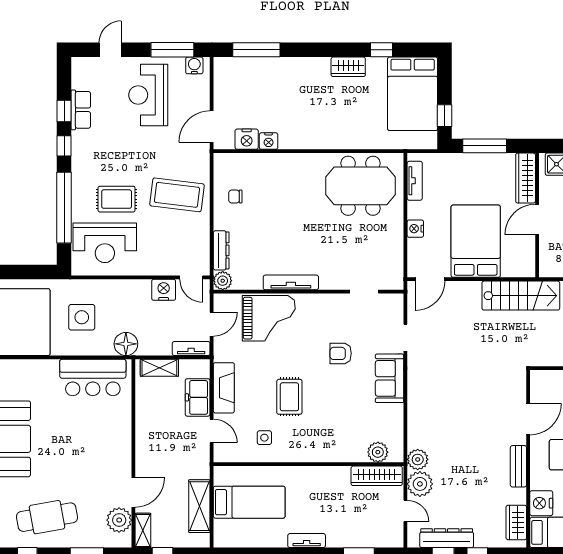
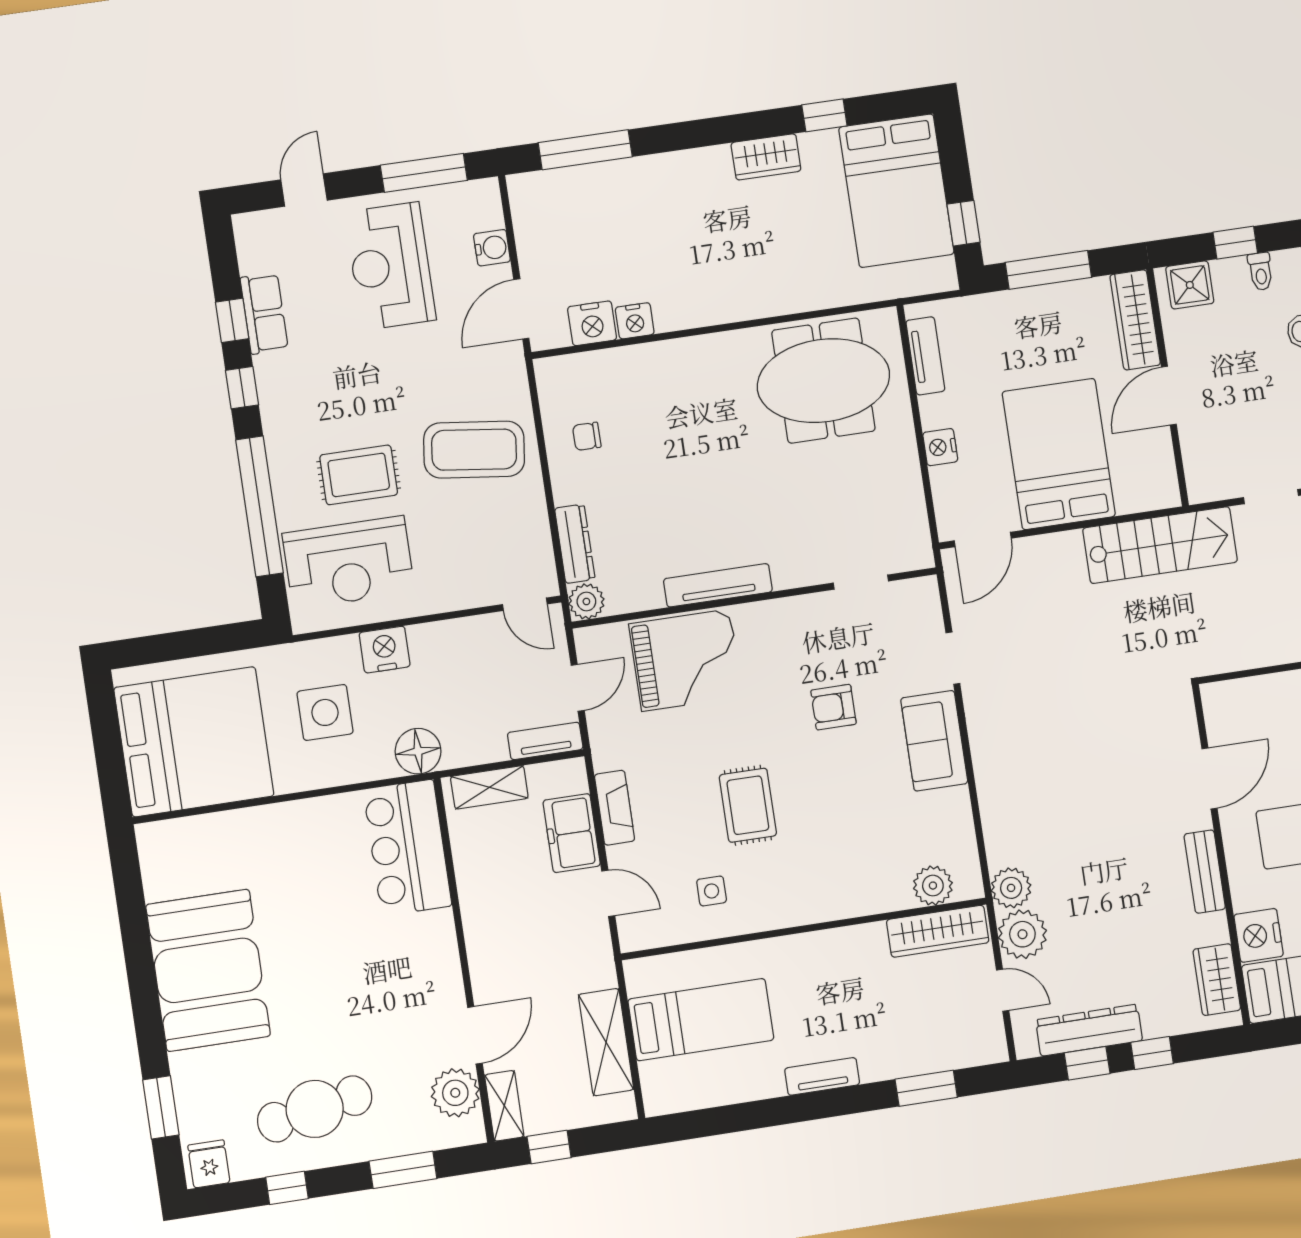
water cooler: (194, 65) -> (492, 248), moved, turned 90
nightstand: (164, 290) -> (385, 650), moved
bar counter: (93, 378) -> (408, 848), moved, turned 90
fireplace: (224, 388) -> (615, 808), width x0.73, depth x0.76

